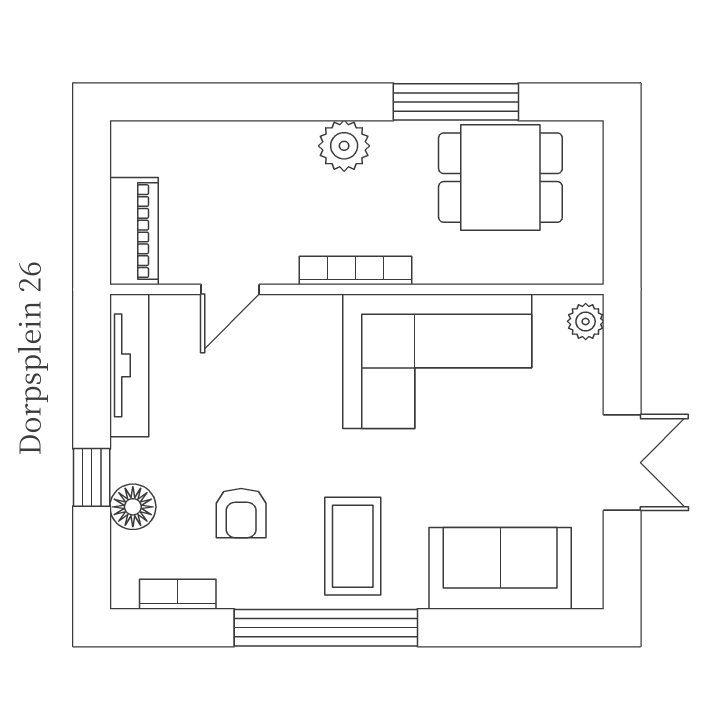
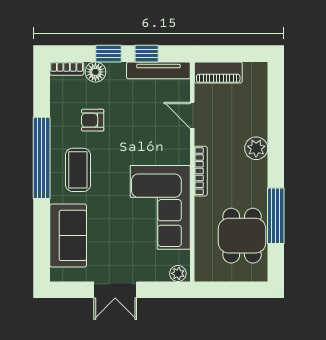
plant: (344, 146) -> (256, 148), moved
window: (92, 392) -> (147, 54), added
coffee table: (353, 546) -> (78, 170), turned 90
bookcase: (178, 594) -> (67, 69), moved, turned 90

